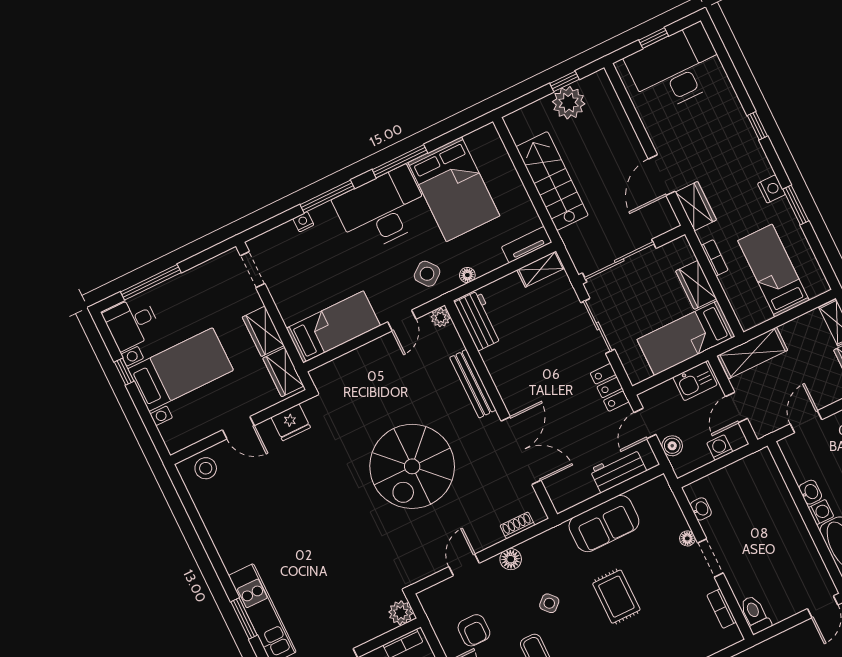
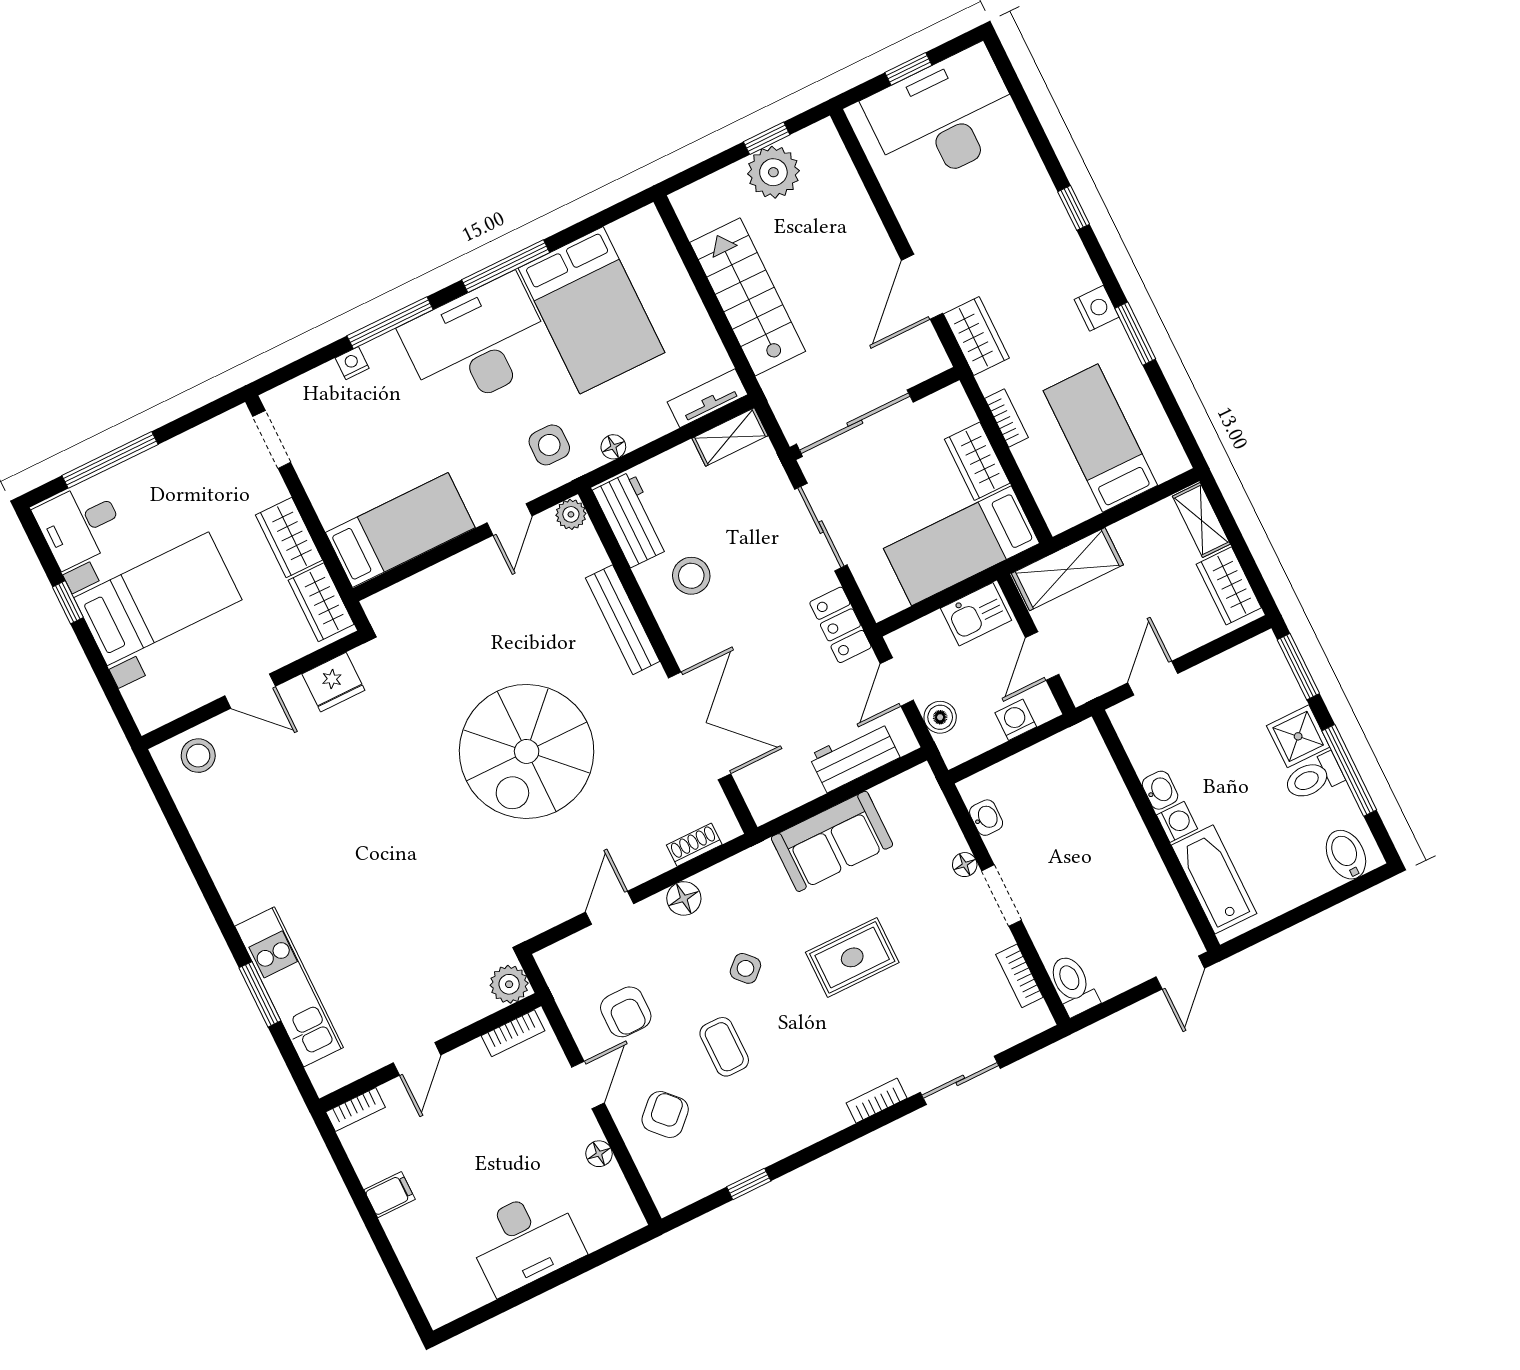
side table: (427, 274) -> (549, 445), turned 38
stool: (516, 356) -> (691, 576), added
rug: (616, 597) -> (852, 957), turned 90

